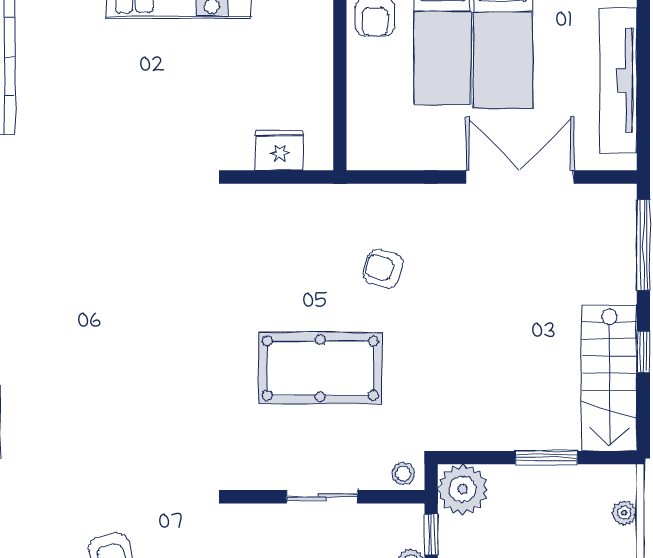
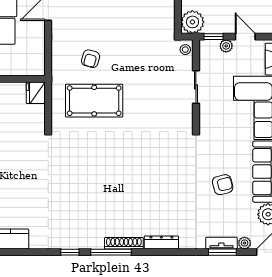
fridge: (280, 150) -> (36, 93), moved
pool table: (320, 368) -> (94, 101), moved, turned 90

